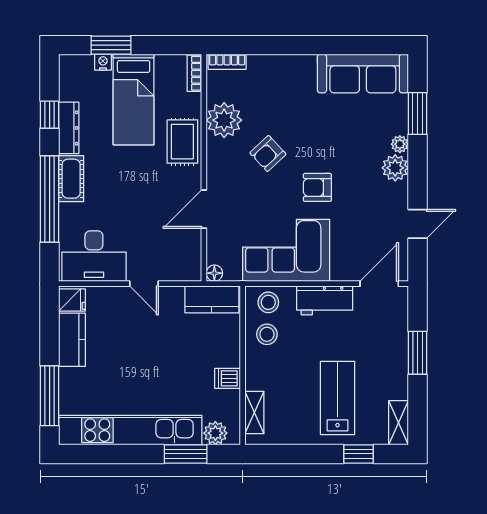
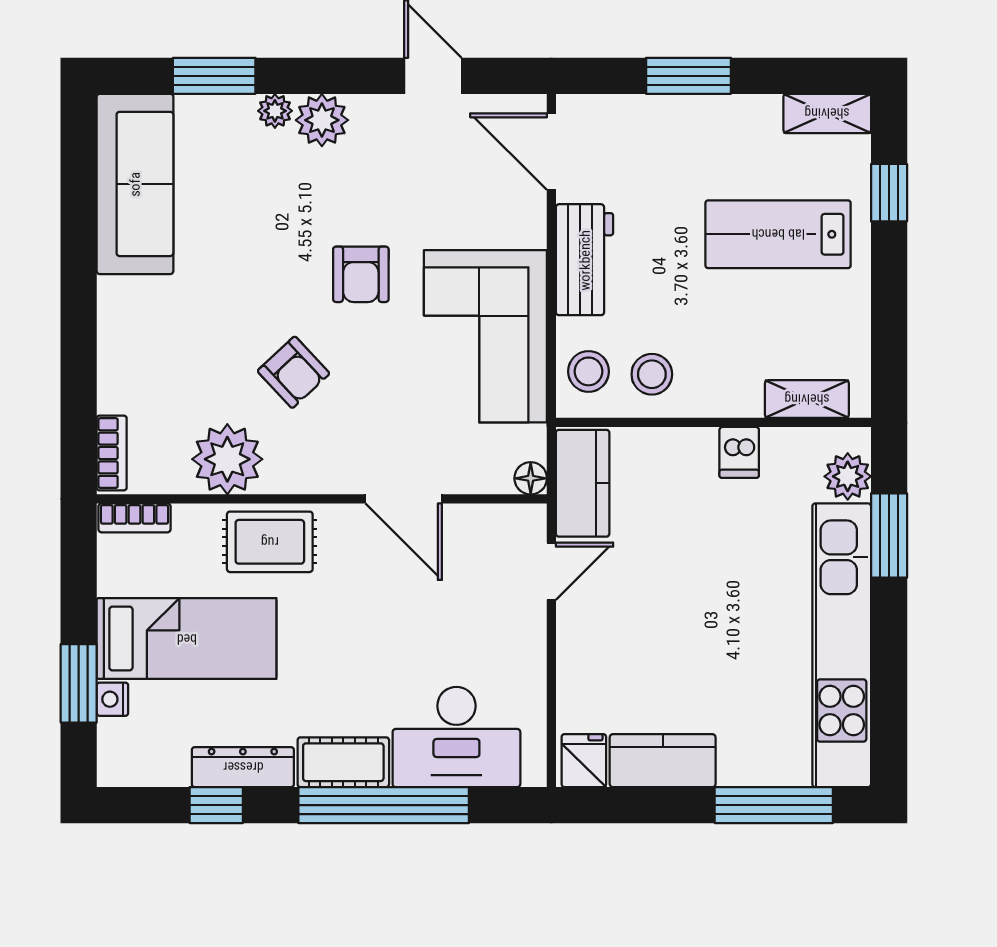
desk: (94, 256) -> (456, 737), moved, turned 90
door: (144, 284) -> (551, 571), moved

